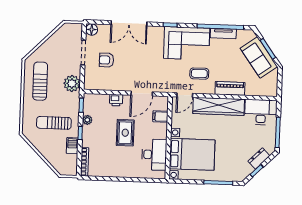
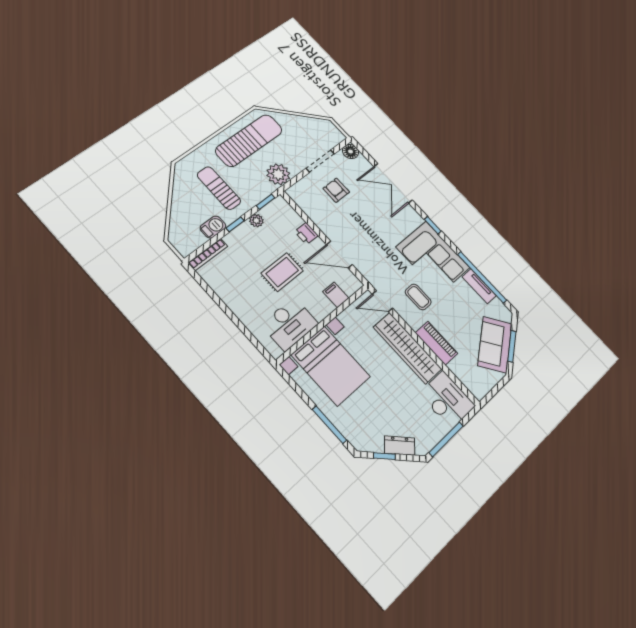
sun lounger: (40, 81) -> (249, 140), width x1.36, depth x1.34

